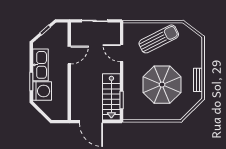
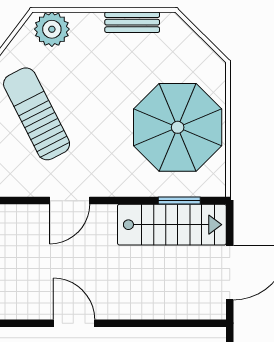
plant: (195, 46) -> (52, 29), added
parasol: (162, 85) -> (178, 127), moved

